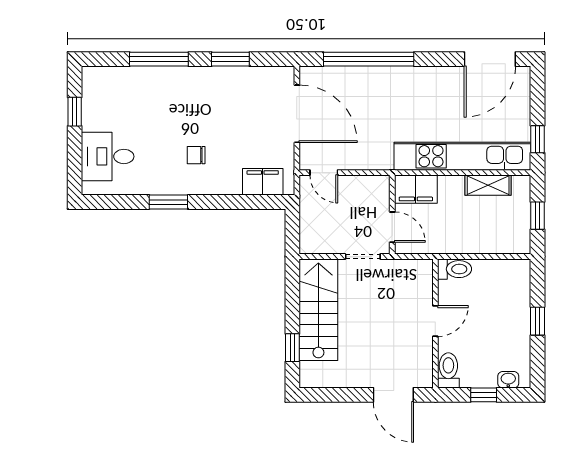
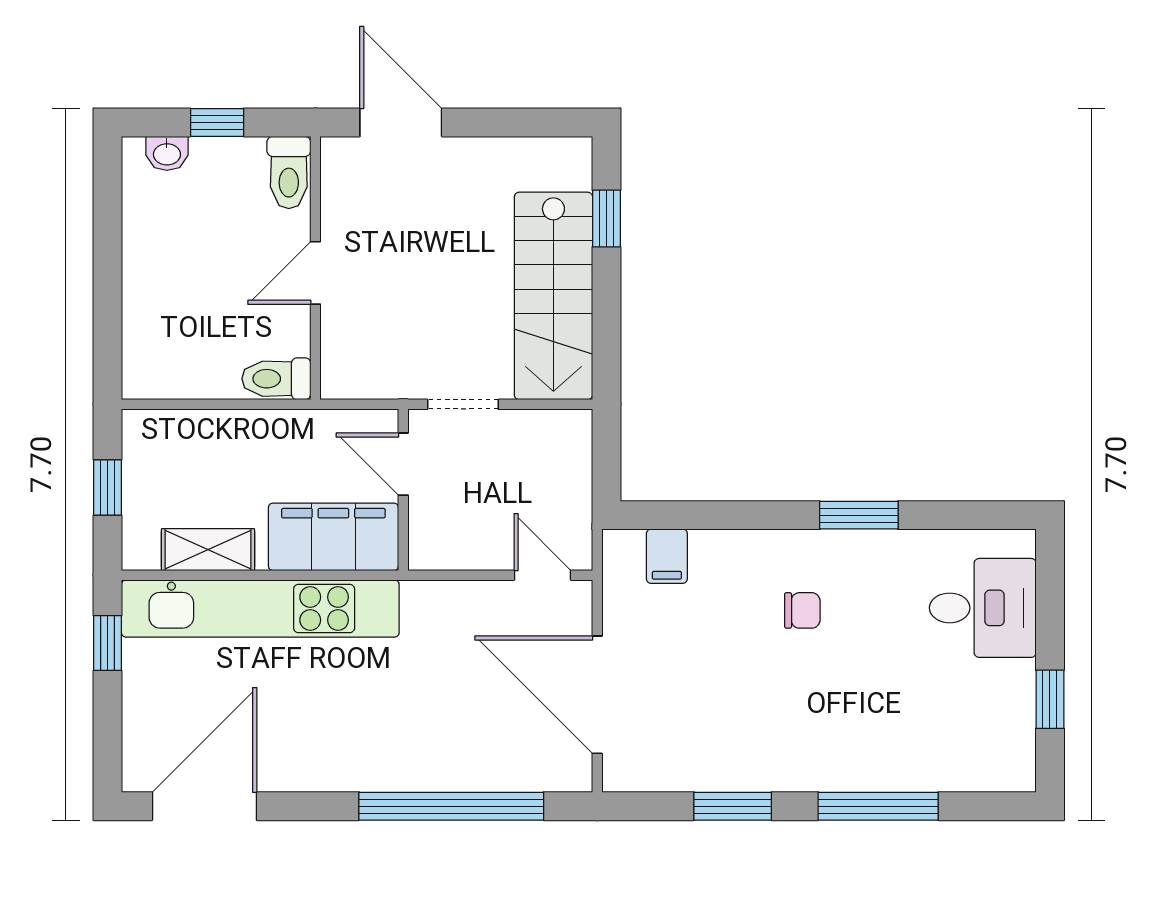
filing cabinet: (263, 182) -> (667, 556), width x0.50
filing cabinet: (416, 189) -> (333, 537), width x1.50, depth x1.17
window: (537, 321) -> (107, 273), removed

